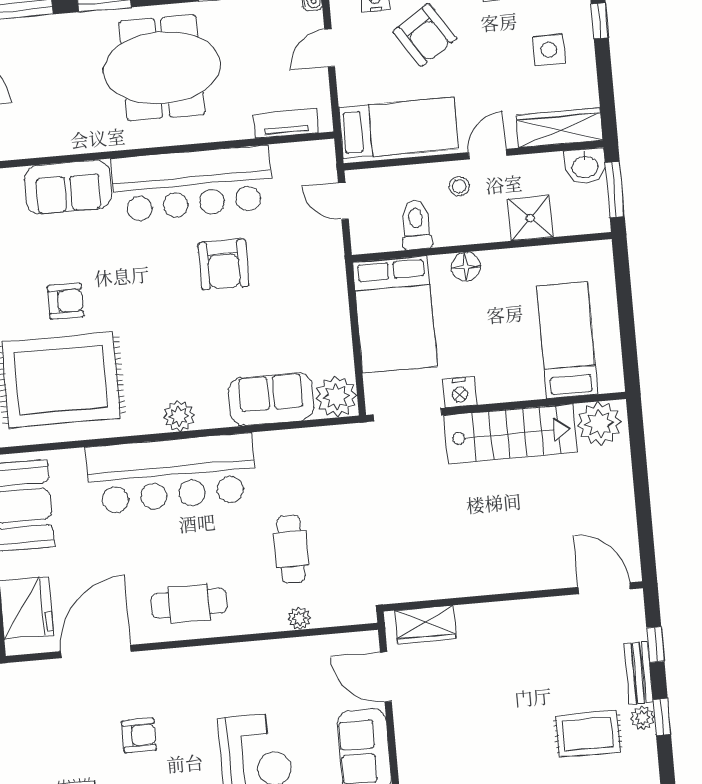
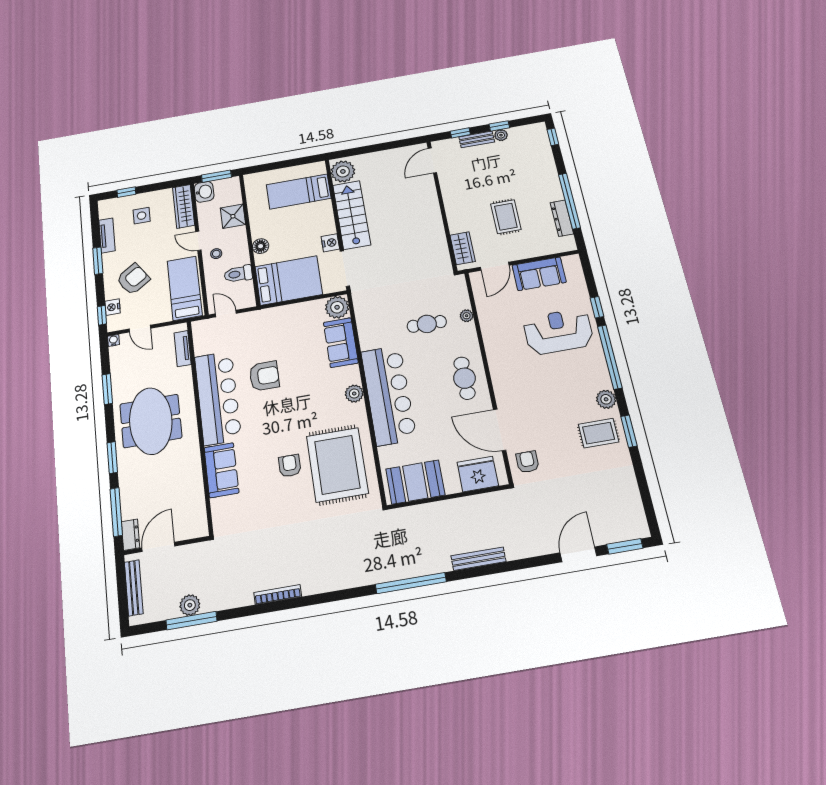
door: (343, 201) -> (226, 313), swing flipped
rug: (588, 734) -> (506, 217), moved
armchair: (139, 735) -> (527, 462), moved

